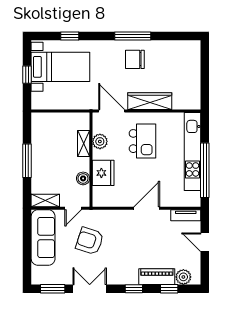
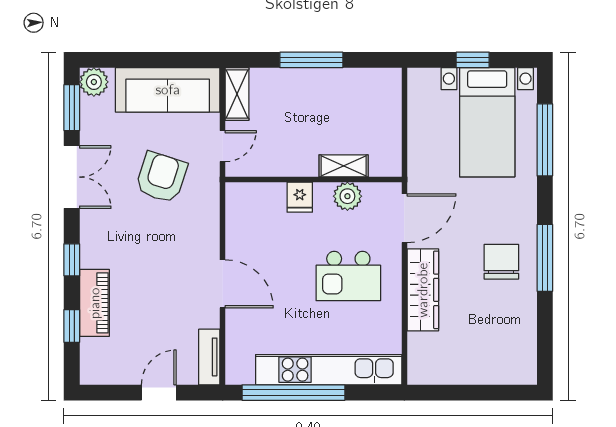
window: (70, 36) -> (545, 140), width x2.17
fridge: (103, 173) -> (300, 197), width x0.53, depth x0.75
boiler: (83, 178) -> (278, 165), removed
door: (73, 208) -> (223, 146), swing flipped
plant: (183, 277) -> (94, 82), moved

